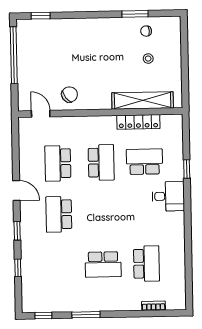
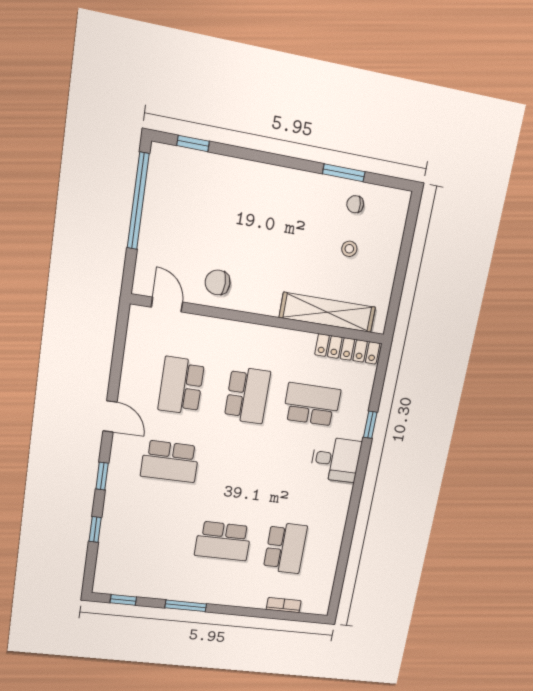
chair: (70, 94) -> (218, 282), turned -143
locker: (138, 122) -> (347, 349), moved
school desk: (59, 214) -> (170, 461), turned -90

